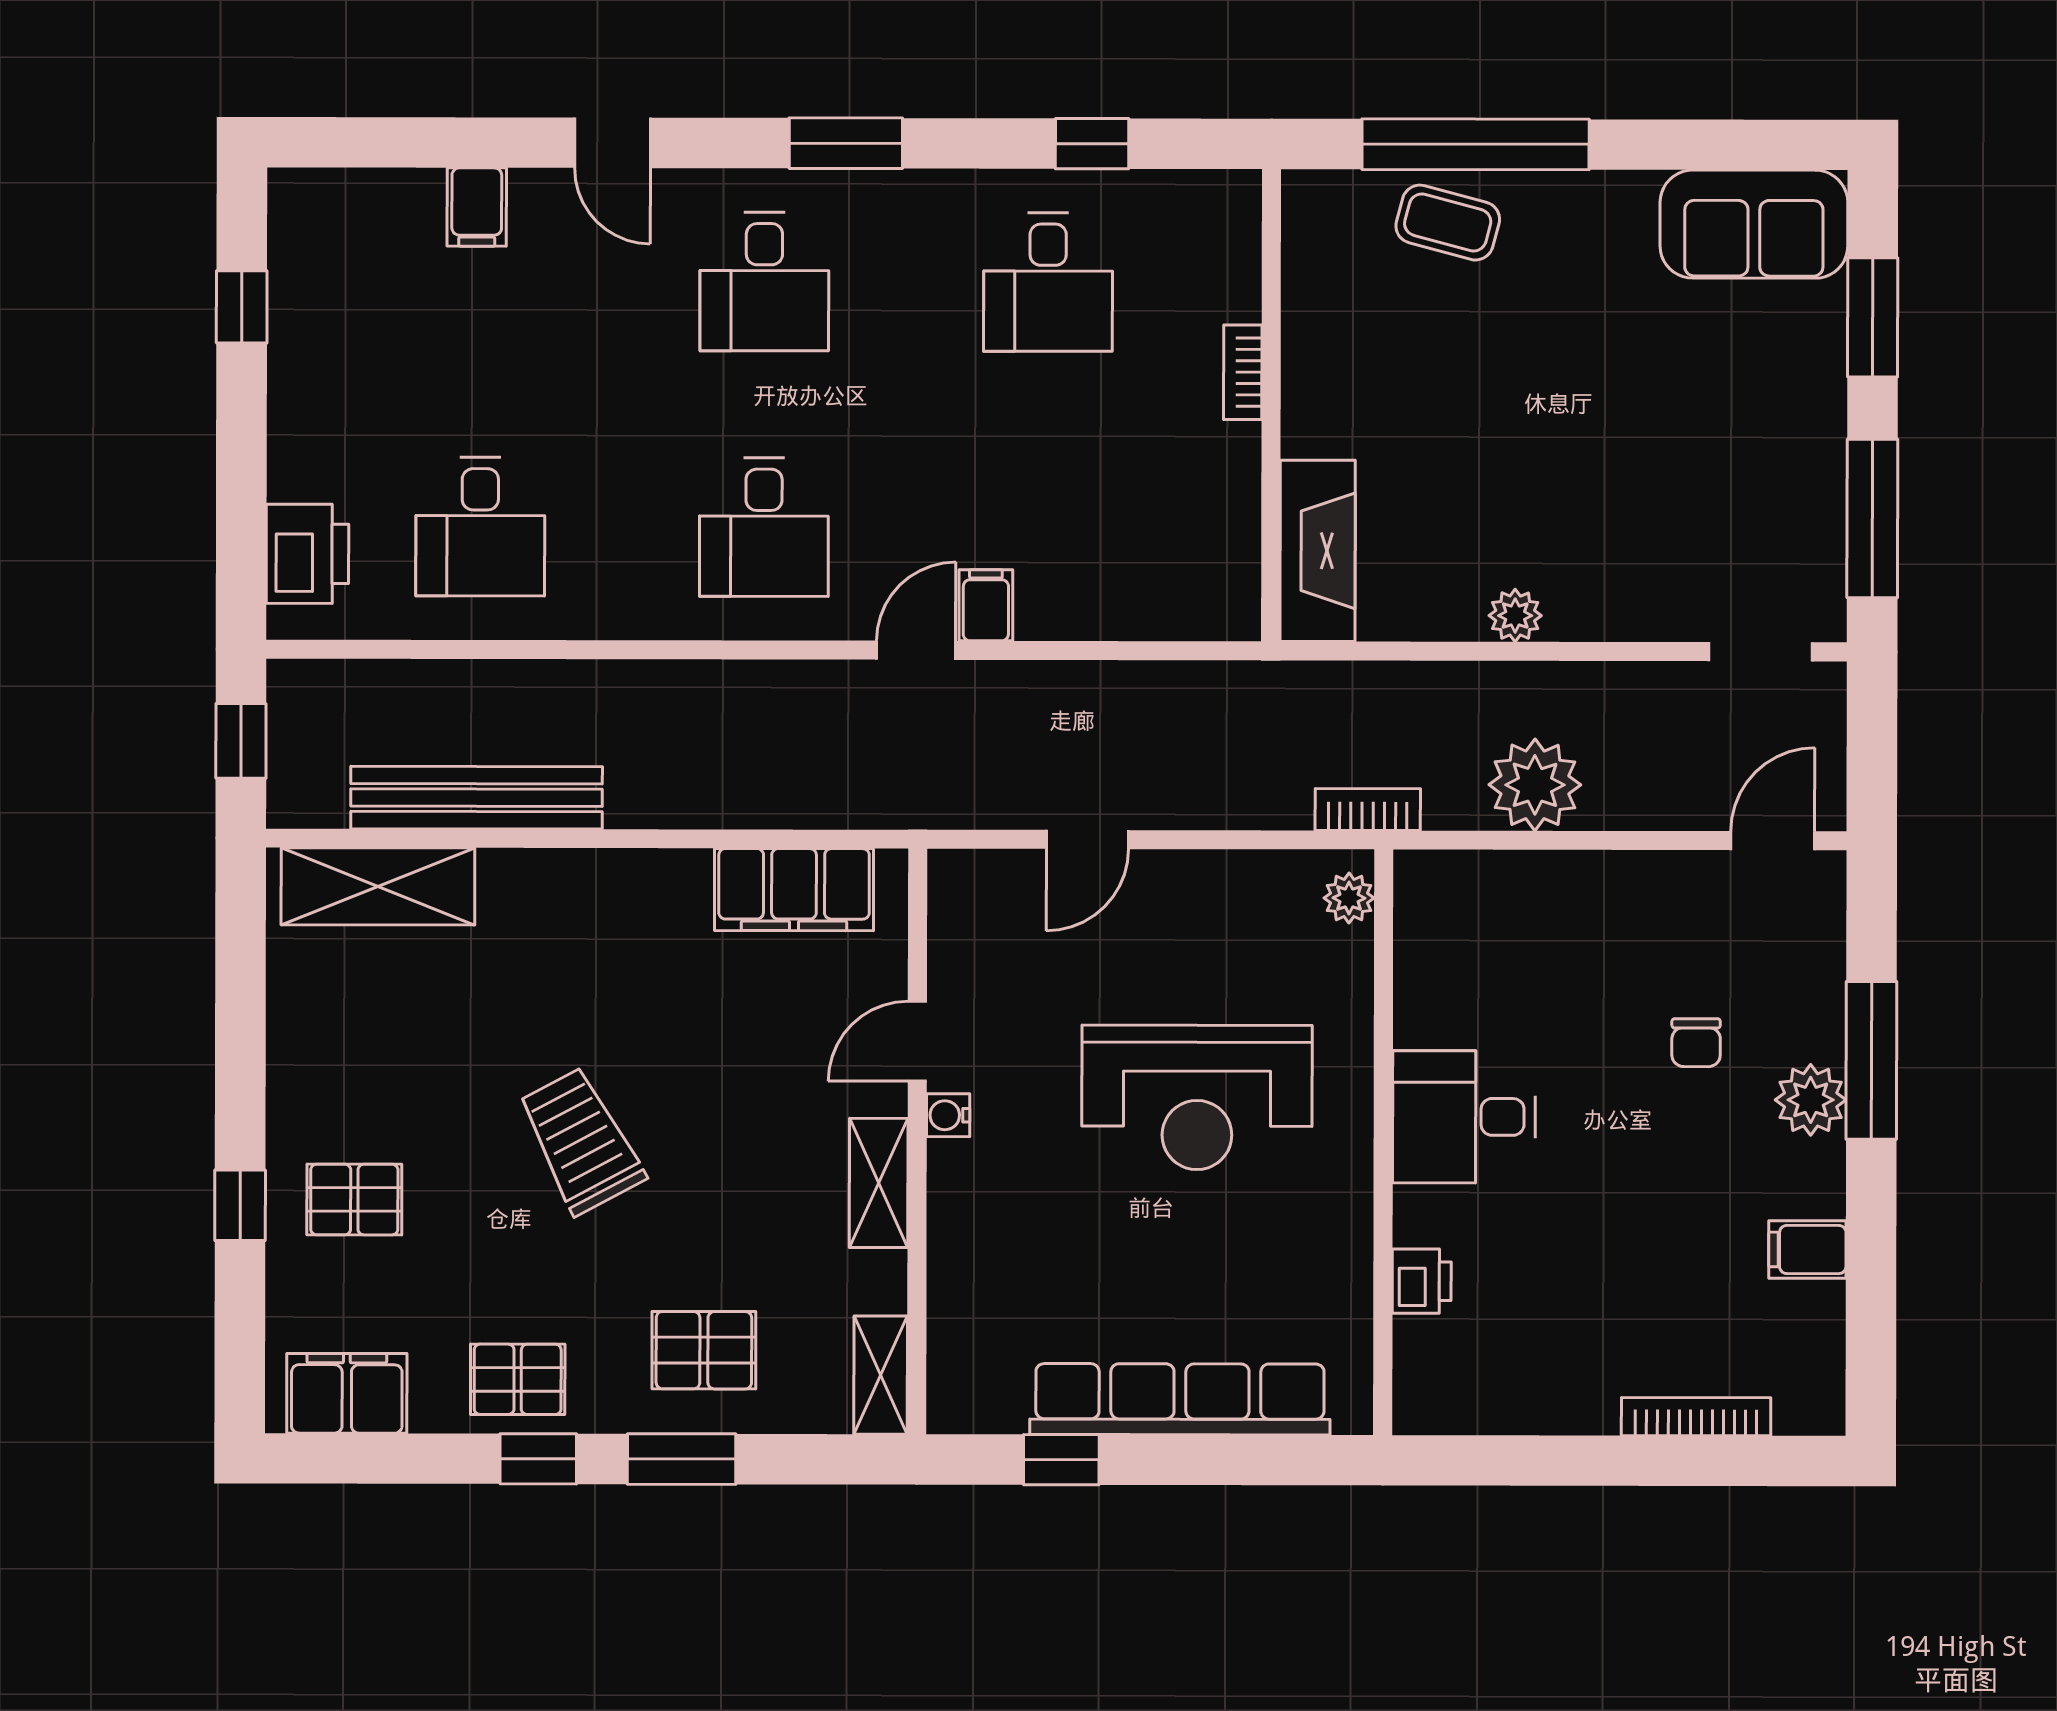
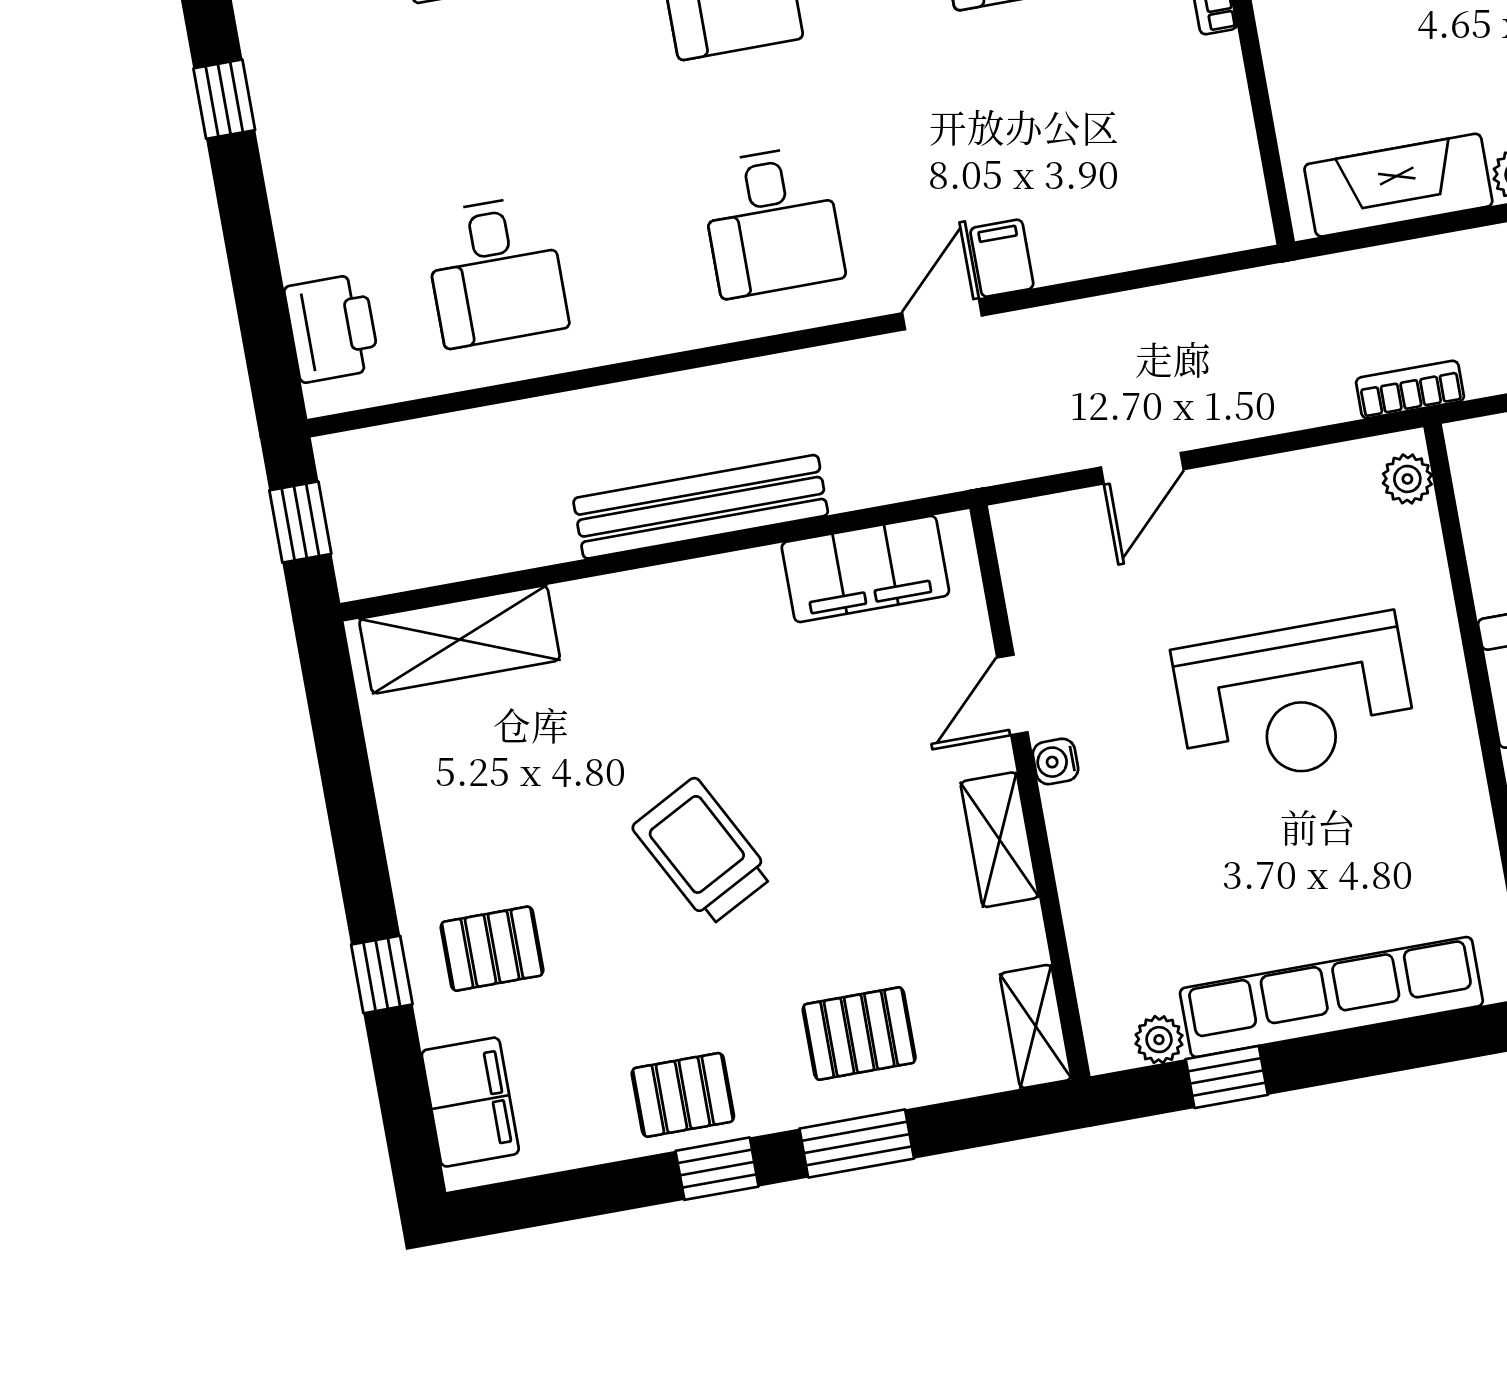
fireplace: (1318, 551) -> (1398, 185), moved, turned -90
bench: (477, 798) -> (701, 507), moved
filing cabinet: (347, 1393) -> (470, 1102), moved, turned 90
plant: (1001, 1410) -> (1159, 1040), added

